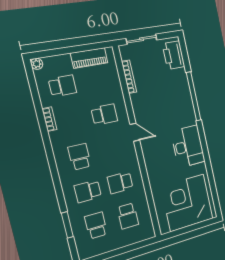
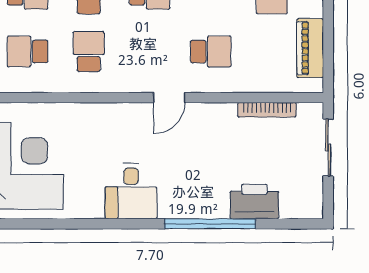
printer: (174, 55) -> (254, 202), moved
school desk: (104, 115) -> (211, 52), turned -90
desk: (188, 146) -> (131, 191), width x0.73

